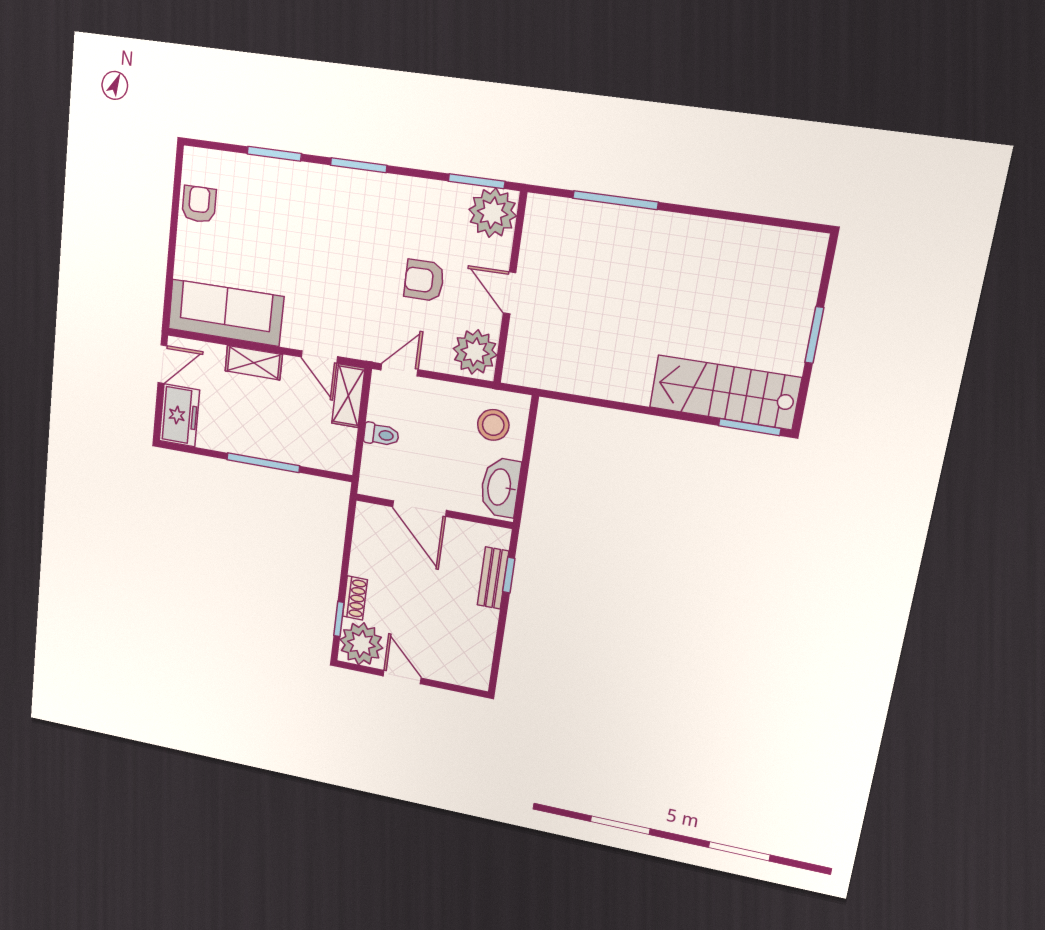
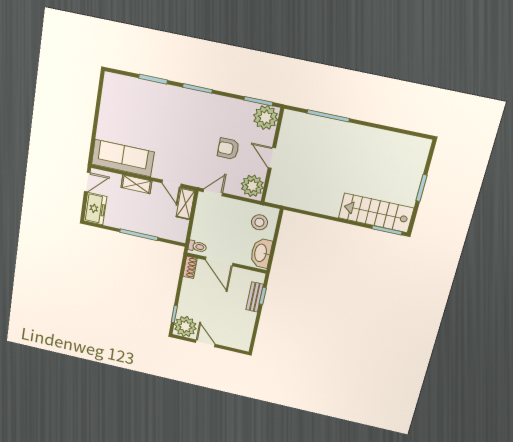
armchair: (199, 204) -> (111, 102), removed
toilet: (381, 435) -> (197, 246), moved
shoe rack: (355, 598) -> (190, 267), moved

